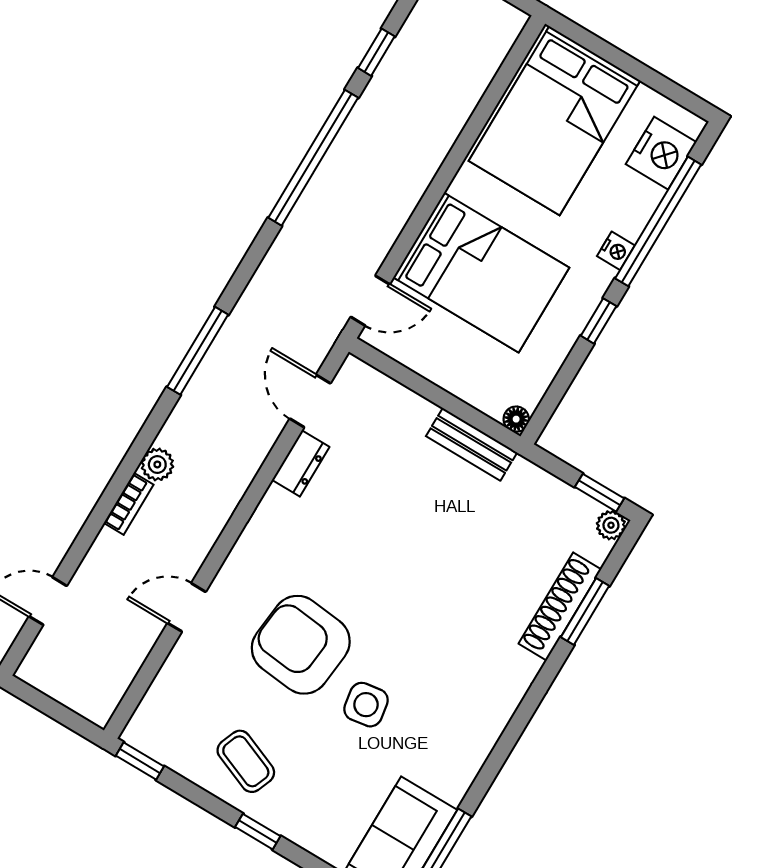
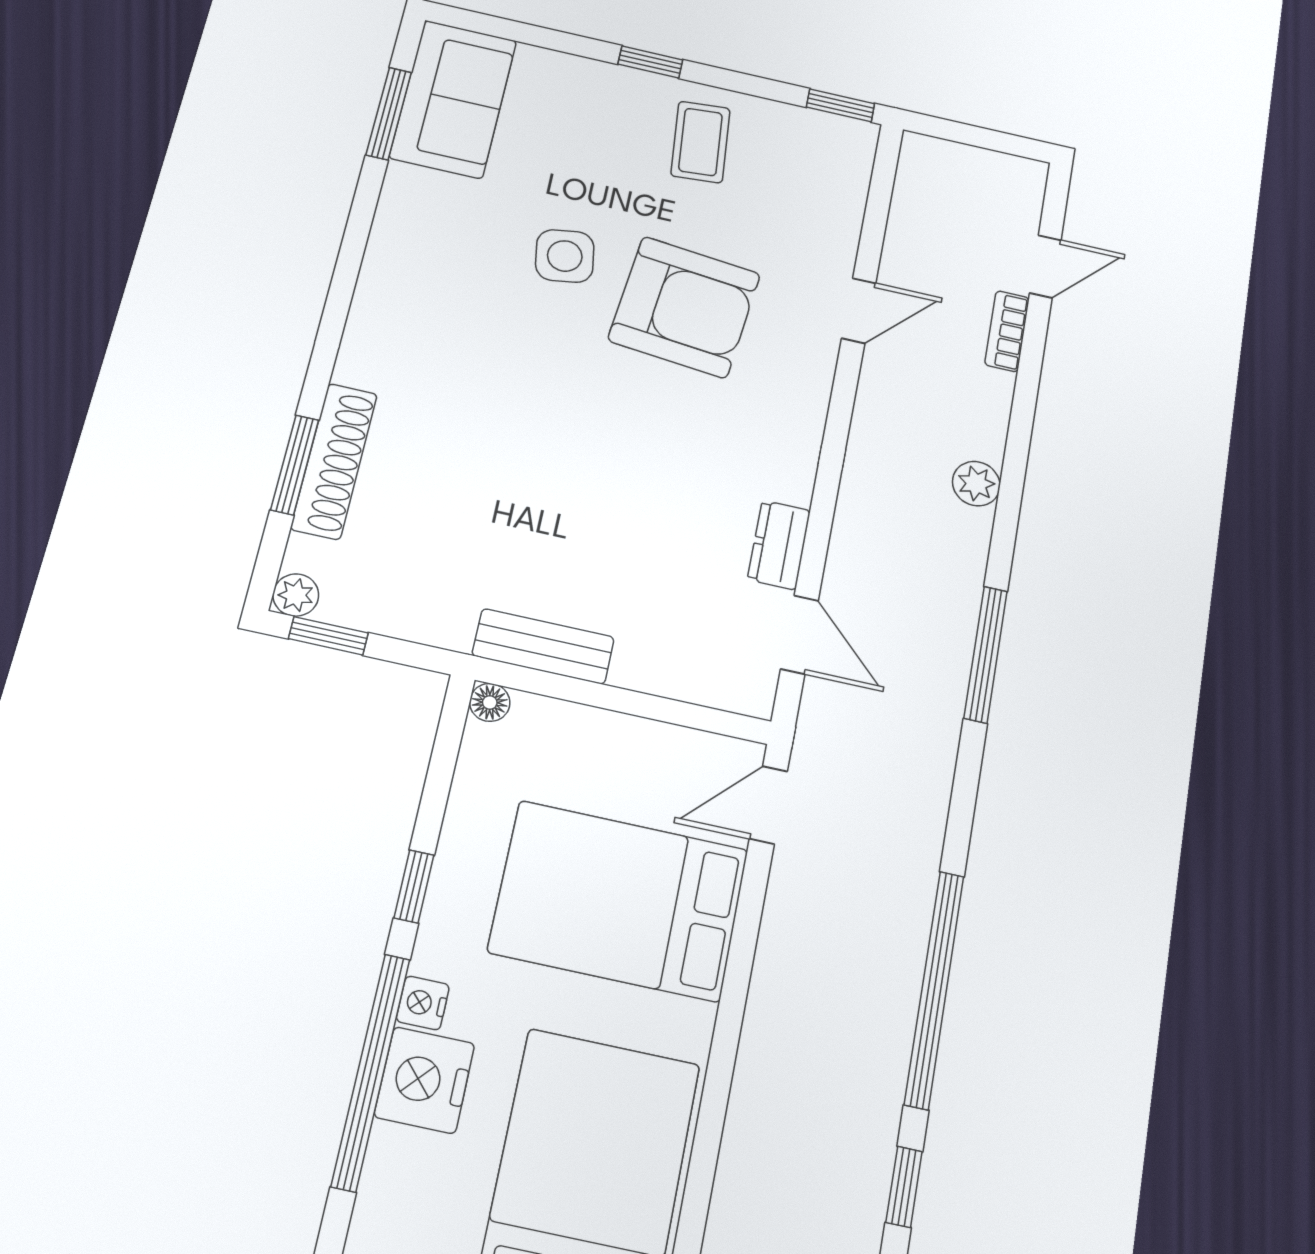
nightstand: (661, 153) -> (424, 1080), moved
bookcase: (129, 504) -> (1007, 331), moved
coffee table: (246, 761) -> (700, 142), turned 63

